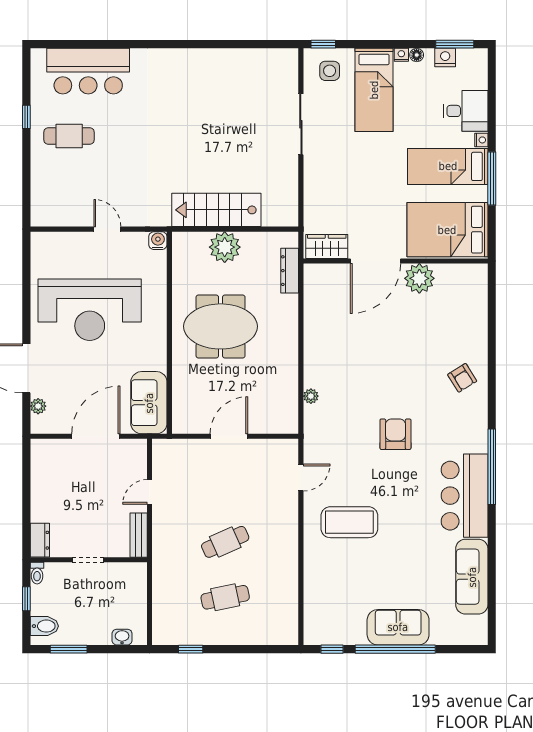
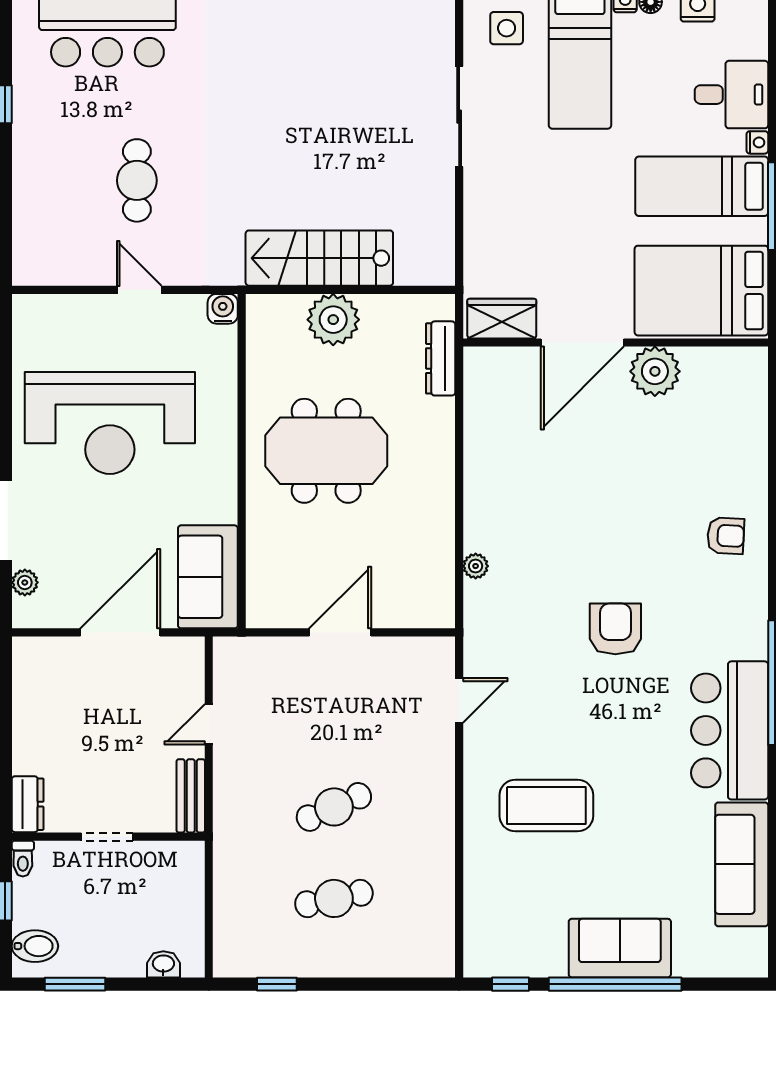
cafe table: (69, 136) -> (137, 180), moved, turned 90
armchair: (462, 378) -> (726, 536), turned -55
coffee table: (349, 522) -> (546, 806), moved

